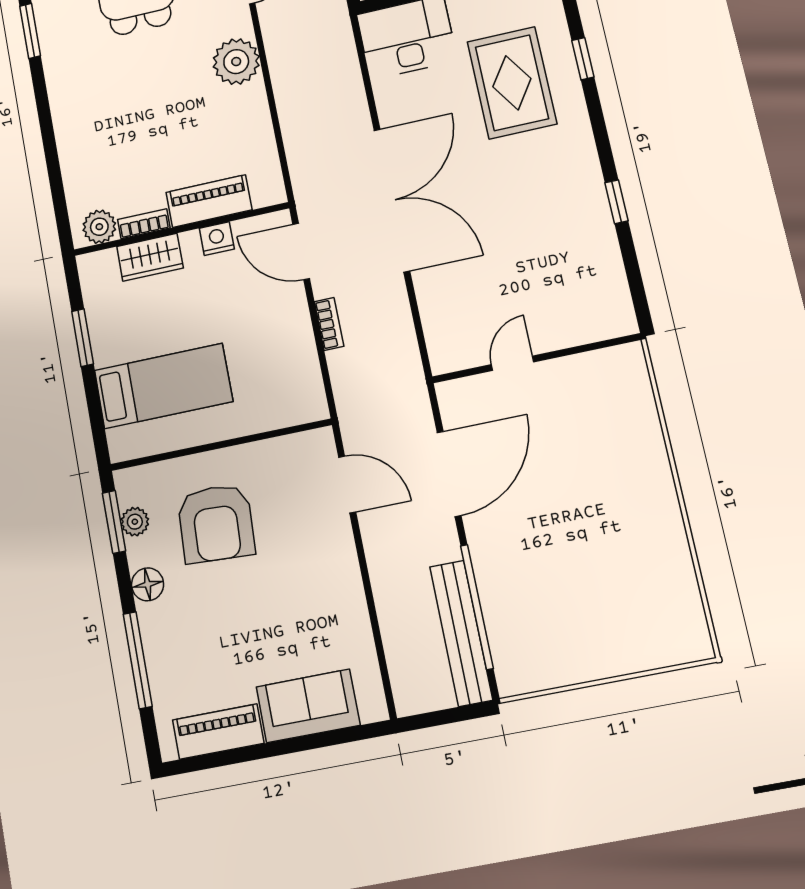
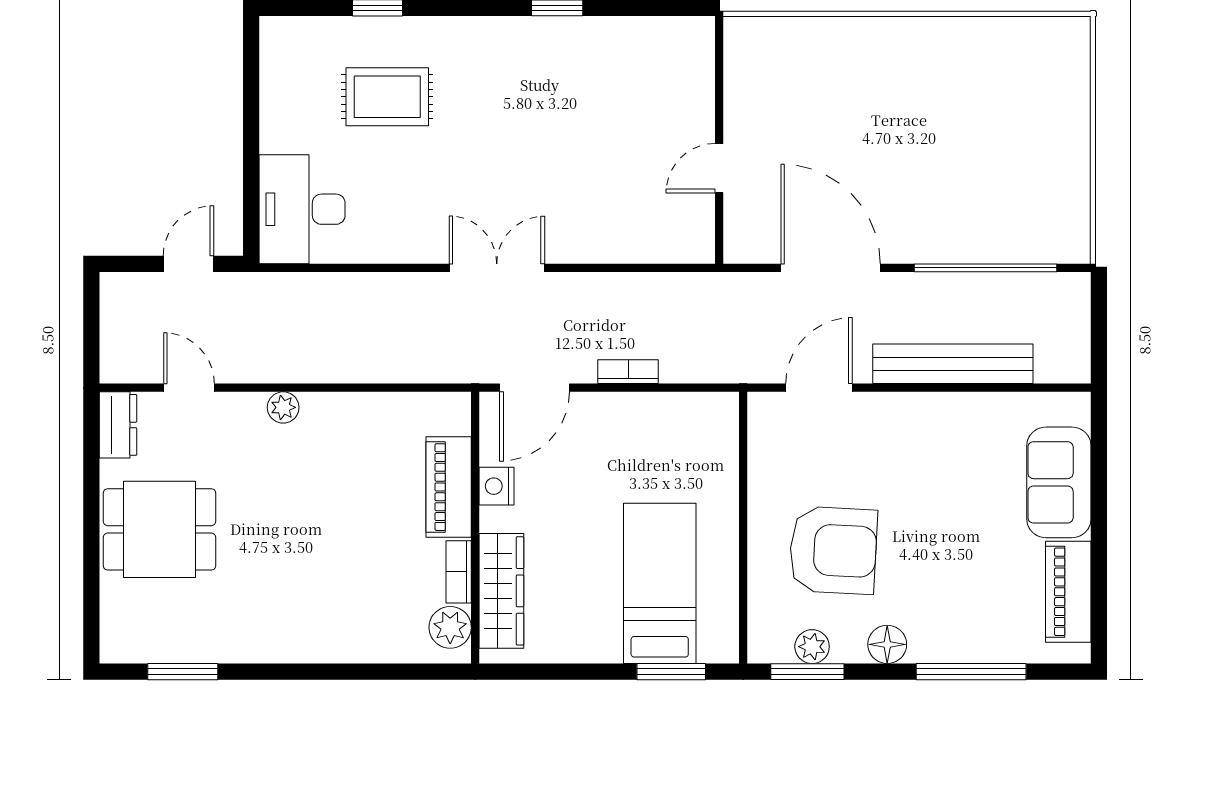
plant: (236, 62) -> (283, 407), width x0.53, depth x0.53
rug: (512, 83) -> (387, 97), width x0.73, depth x0.70
double door: (392, 200) -> (497, 268), width x0.54
wardrobe: (150, 257) -> (501, 591), width x1.50
window: (83, 338) -> (671, 672), moved
door: (512, 363) -> (719, 168), hinge flipped
bench: (461, 633) -> (953, 364), moved

